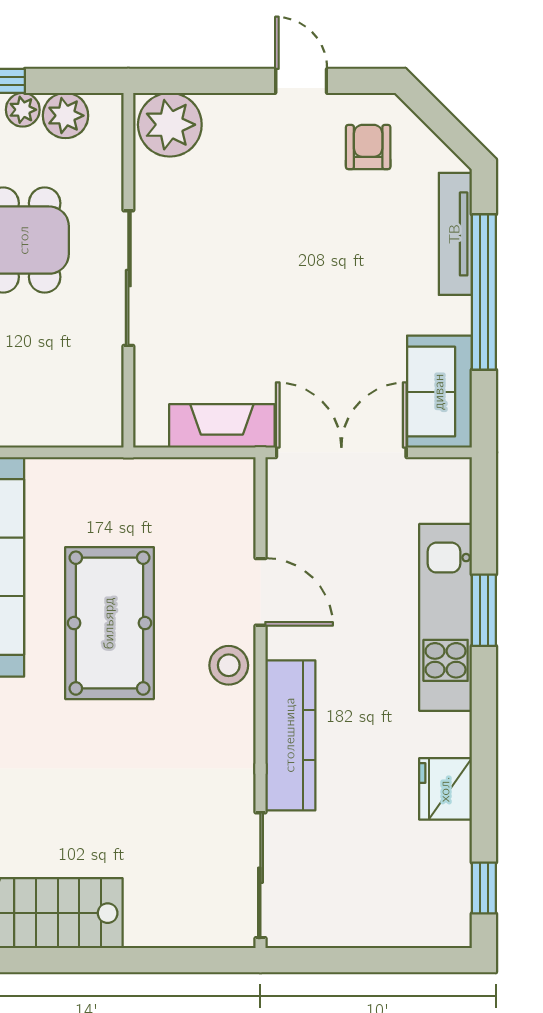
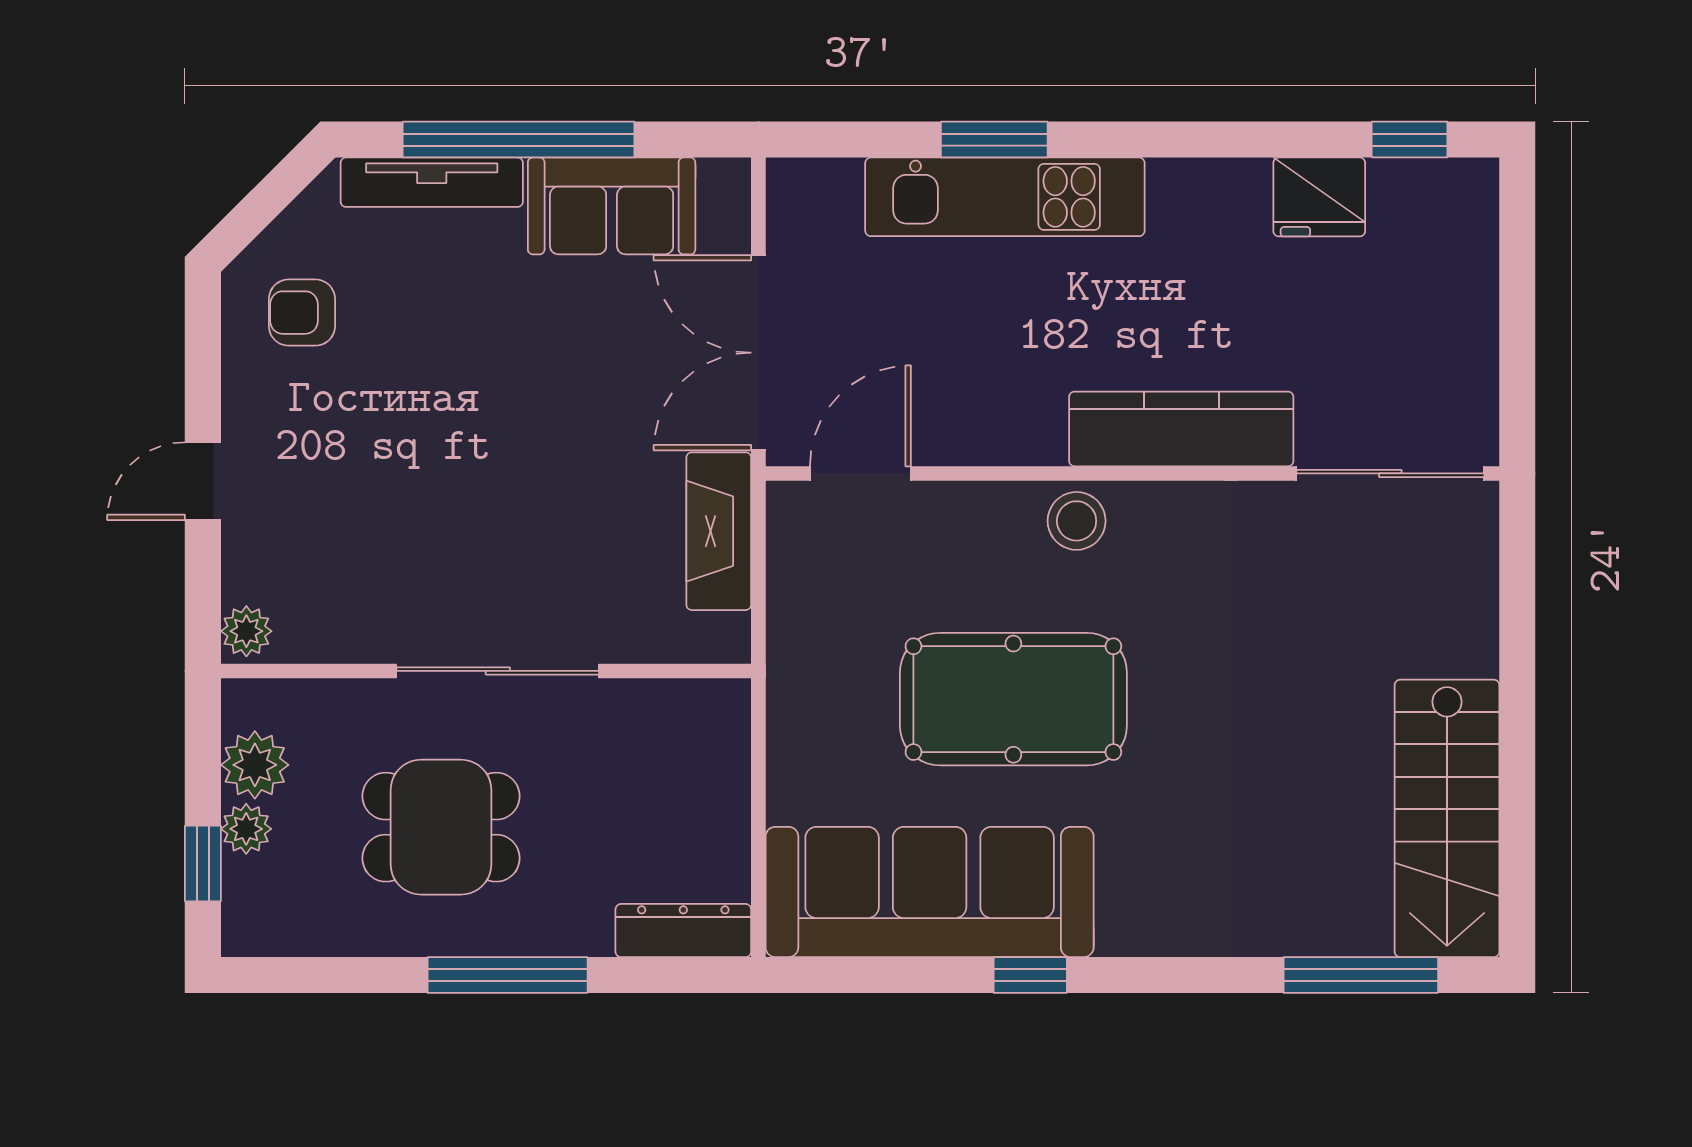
door: (301, 81) -> (203, 481), moved
plant: (170, 125) -> (246, 631), width x0.53, depth x0.53
sofa: (439, 392) -> (612, 206), moved
door: (260, 592) -> (860, 473), moved
fridge: (445, 789) -> (1319, 197), moved

